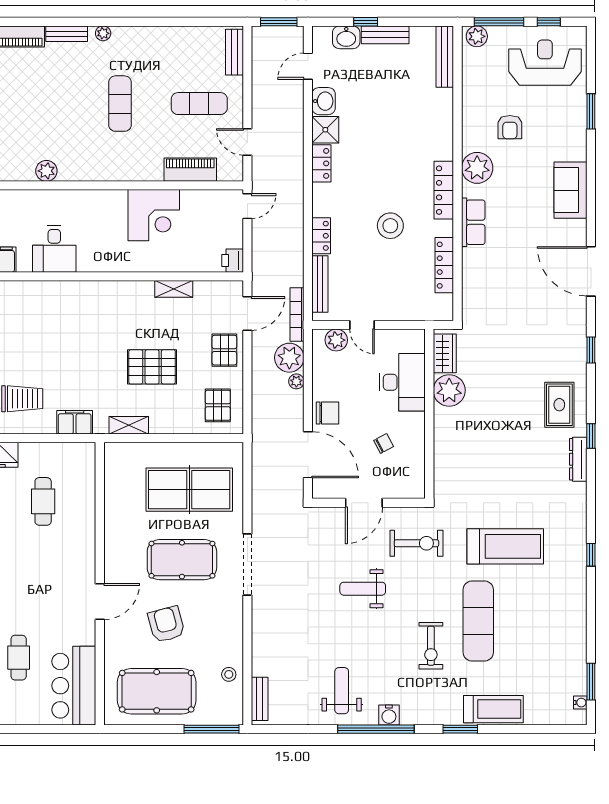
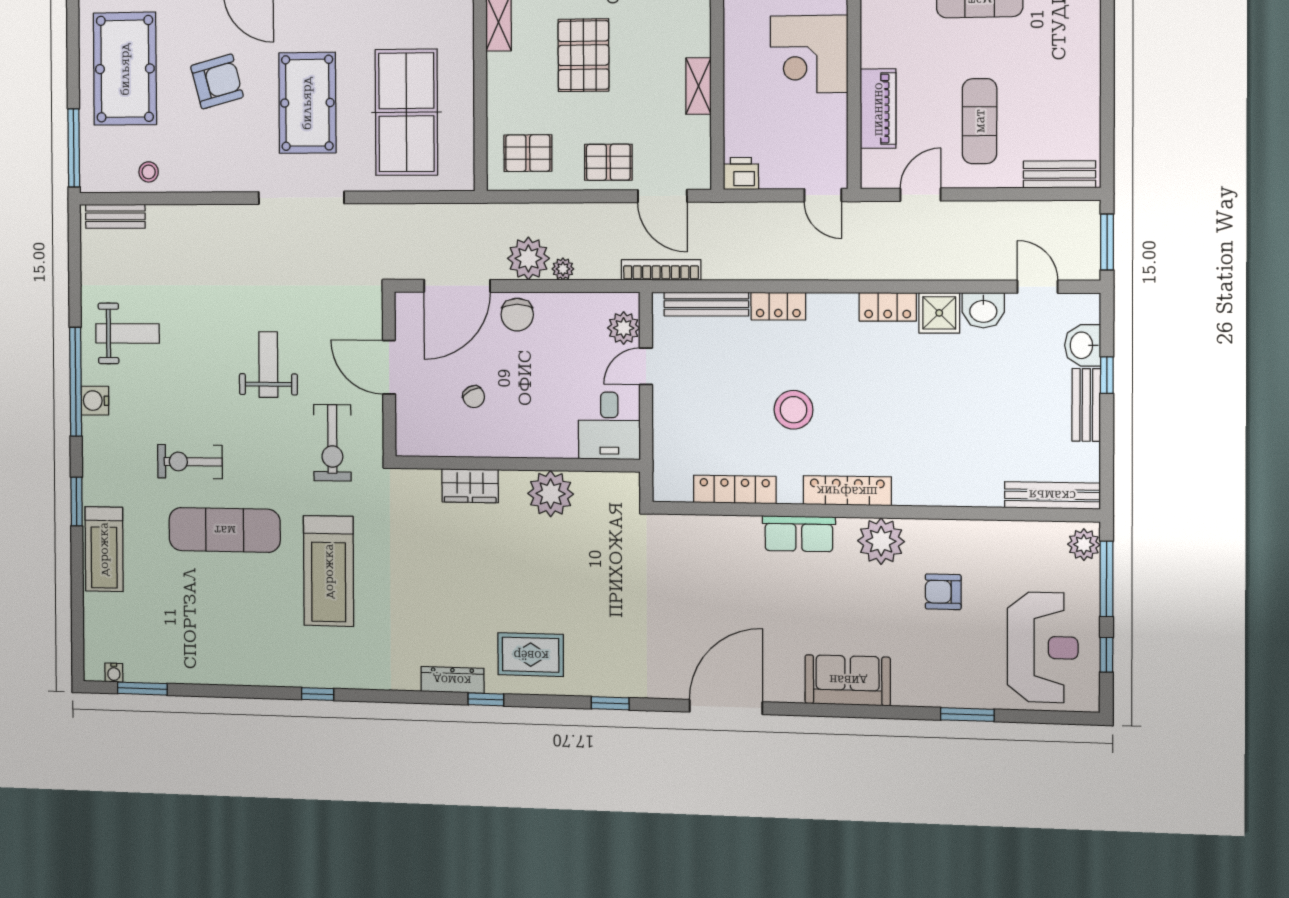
wardrobe: (445, 353) -> (470, 486), moved
plant: (289, 358) -> (528, 258), moved
desk: (402, 382) -> (609, 426), moved, width x0.73

